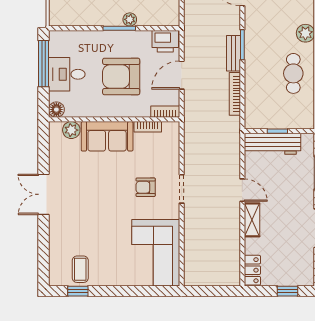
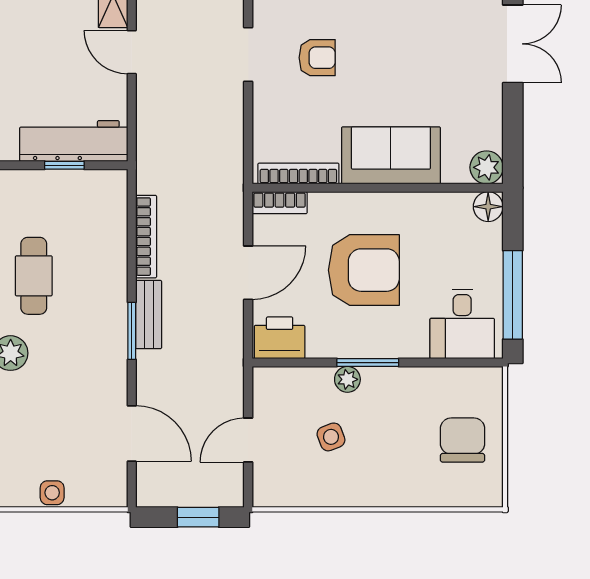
desk: (67, 74) -> (462, 324), moved, turned 90
bookcase: (148, 127) -> (298, 174), width x1.56
plant: (71, 130) -> (487, 167), moved

